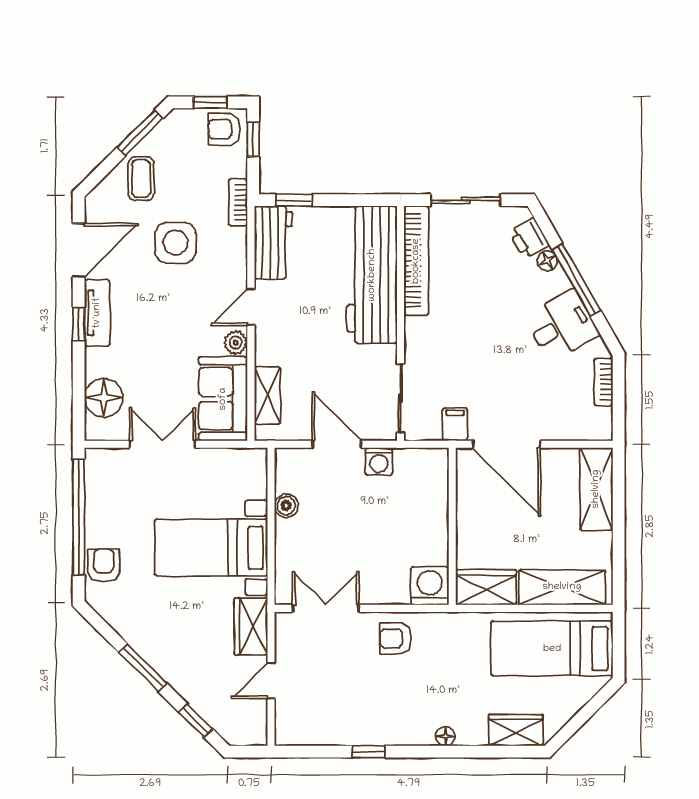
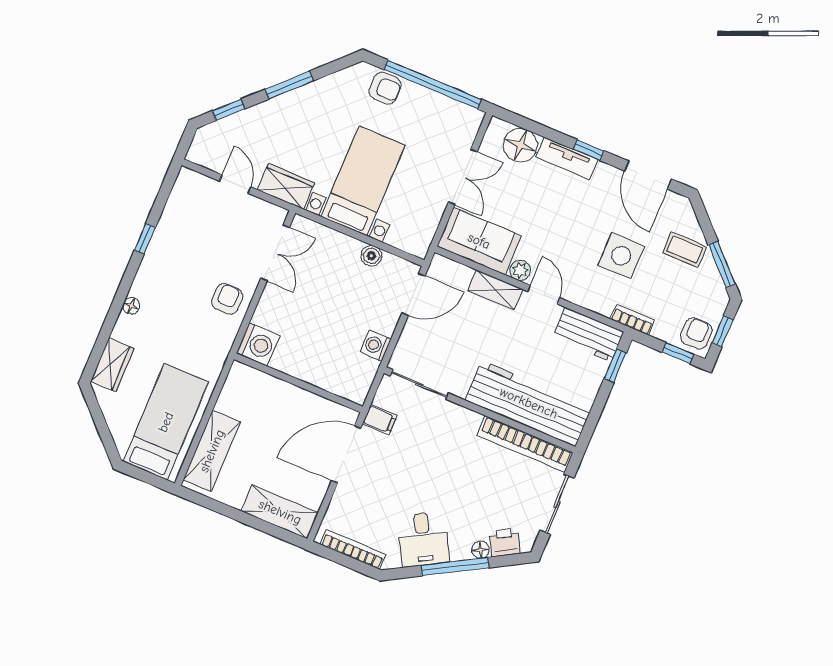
tv unit: (97, 313) -> (567, 158), moved
bookcase: (603, 382) -> (353, 549), width x1.56
shelving: (267, 395) -> (495, 290), moved
door: (337, 444) -> (413, 294), moved
wardrobe: (486, 587) -> (238, 389), removed

